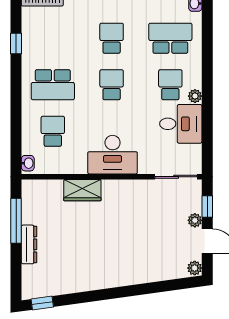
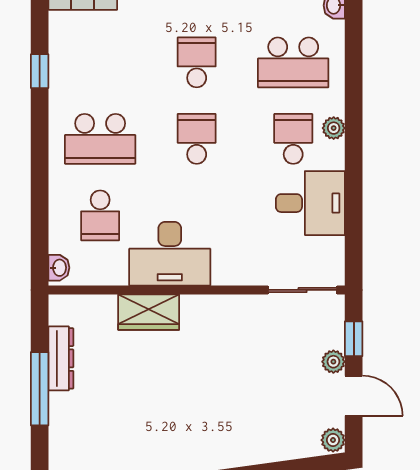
school desk: (170, 38) -> (293, 62), turned 180
plant: (195, 96) -> (334, 128), moved
school desk: (53, 131) -> (100, 215), turned 180
desk: (113, 155) -> (170, 254), moved
window: (16, 221) -> (40, 389), moved
dresser: (29, 244) -> (61, 358), moved

